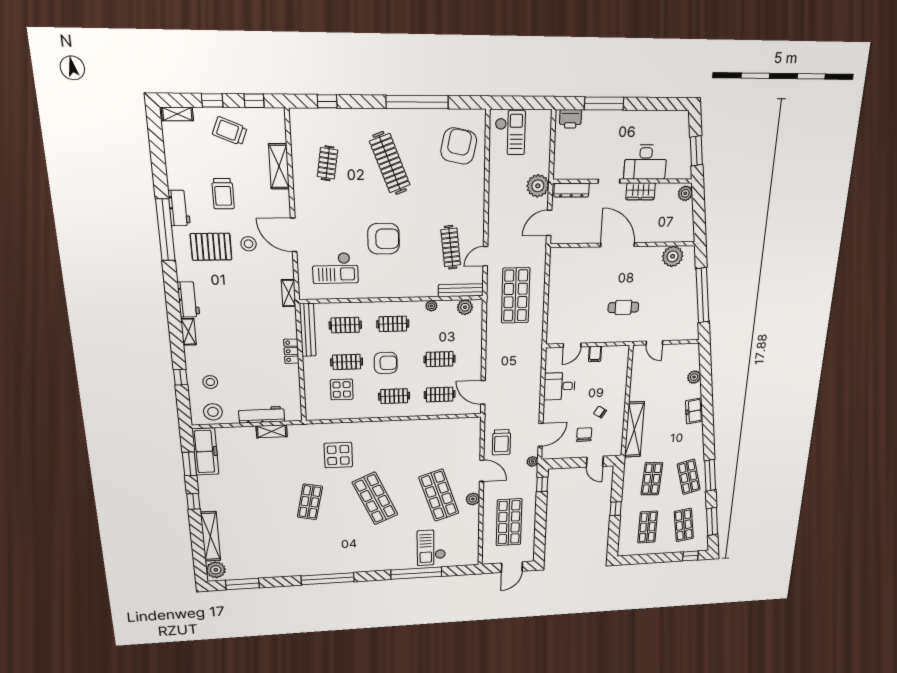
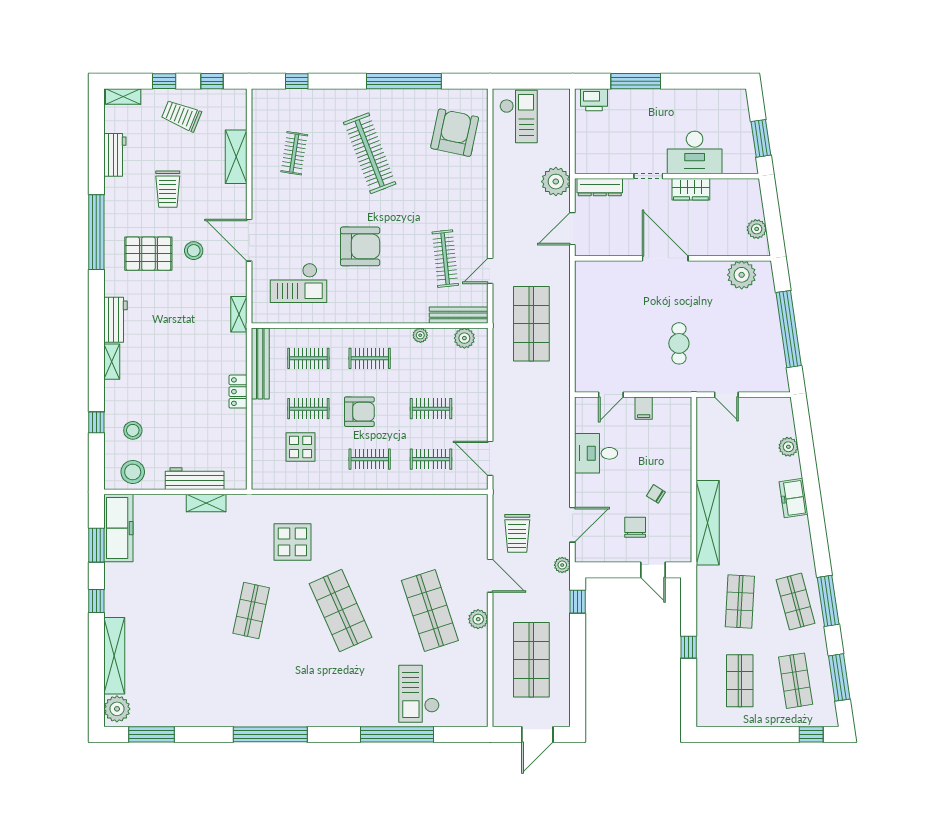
plant: (685, 193) -> (757, 229), moved
workbench: (179, 208) -> (115, 155), moved
cafe table: (623, 307) -> (679, 343), turned 90

